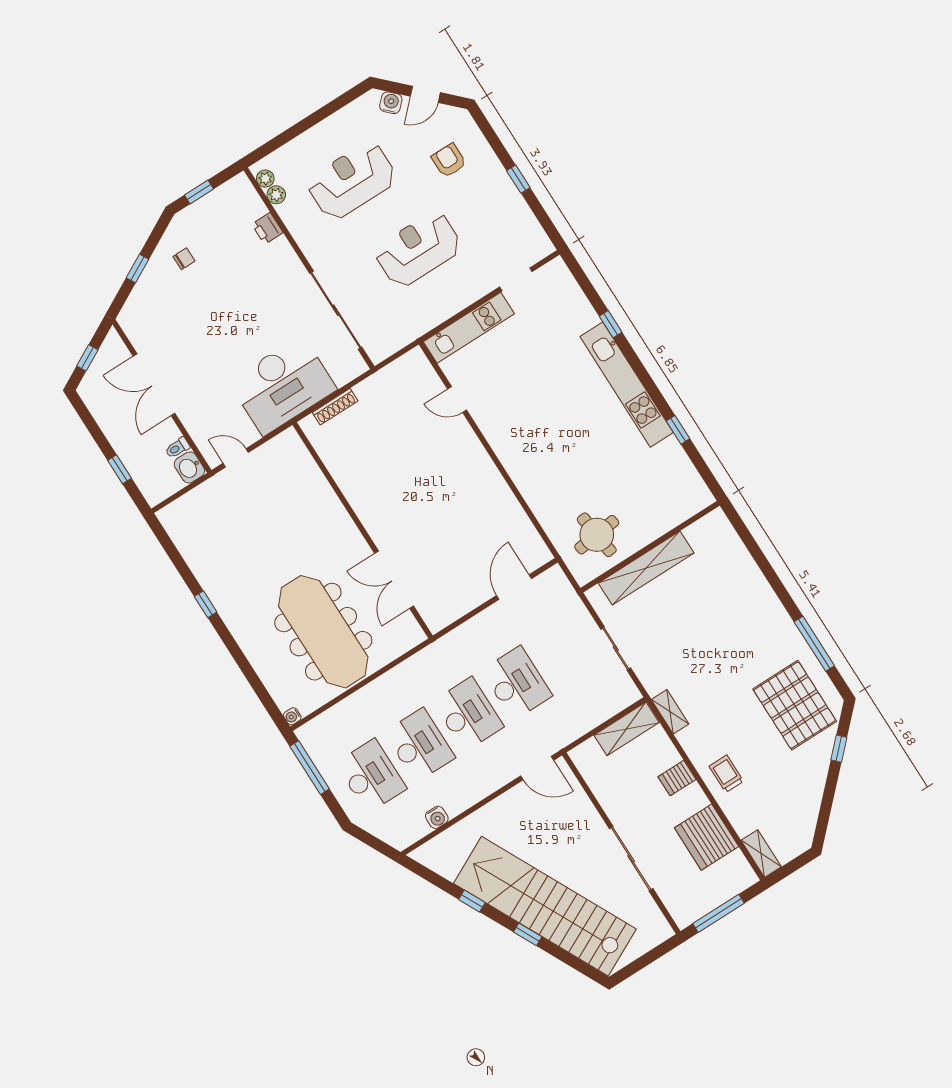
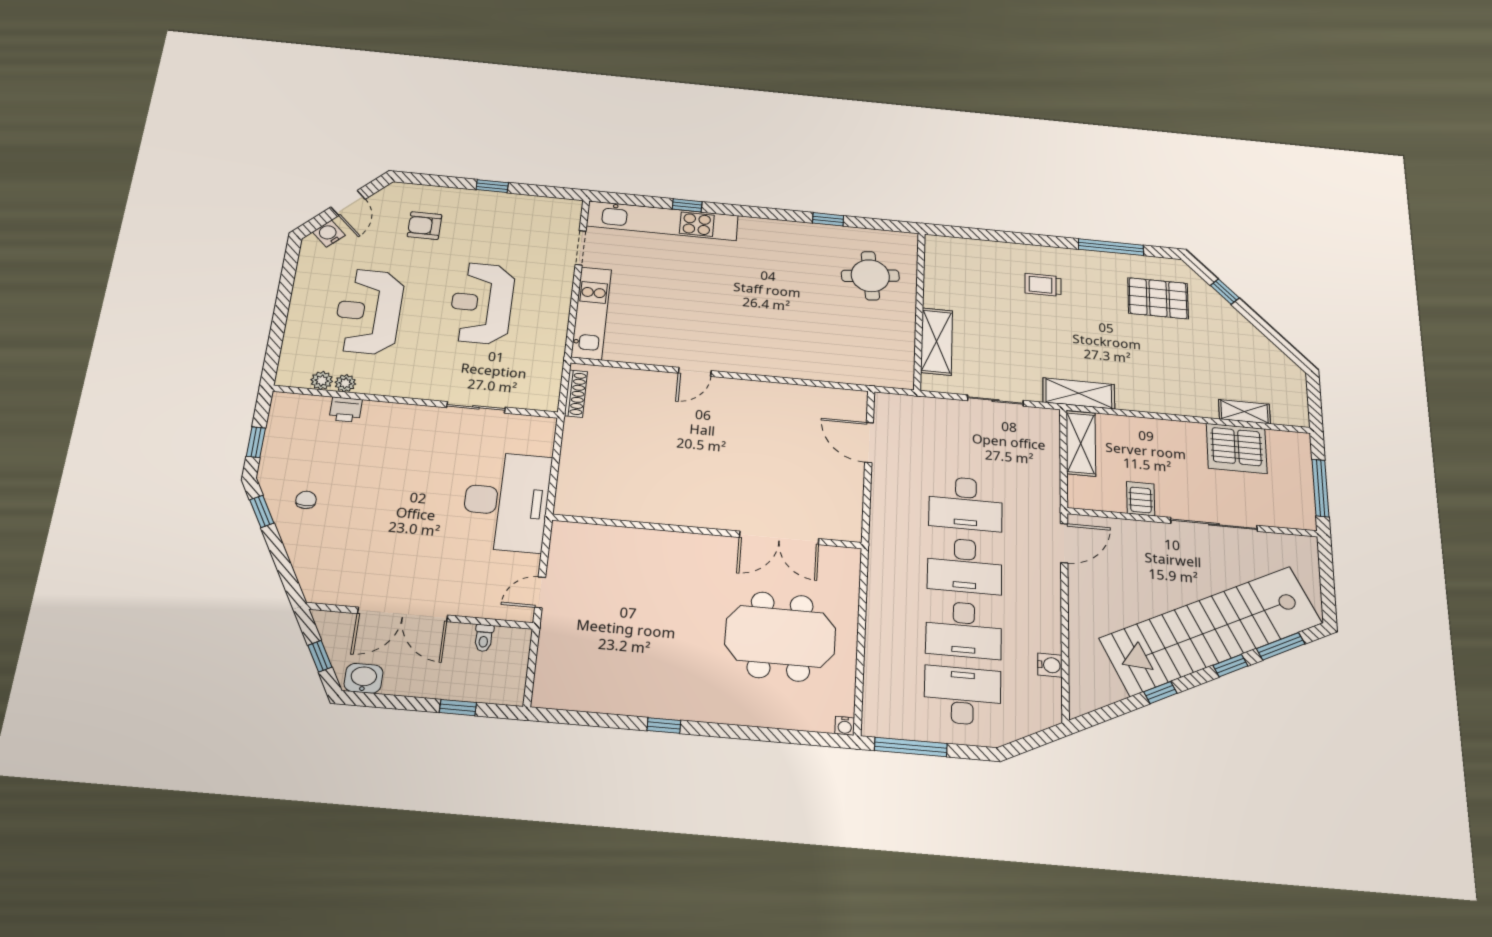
plant: (265, 179) -> (345, 383), moved
window: (138, 268) -> (262, 511), moved
sliding door: (336, 310) -> (476, 407), width x0.54
kitchen unit: (627, 385) -> (662, 221), moved
door: (457, 400) -> (695, 372), moved
shoe rack: (335, 407) -> (576, 394), moved
washbasin: (189, 467) -> (364, 678), moved, turned 180
round table: (597, 535) -> (870, 276), moved
shelving: (646, 568) -> (937, 341), width x0.68
meeting table: (323, 632) -> (780, 636), width x0.73
desk: (517, 683) -> (966, 504), turned 180
pallet: (795, 705) -> (1158, 298), width x0.73, depth x0.71
shelving: (670, 712) -> (1079, 393), width x1.50, depth x1.33
desk: (468, 714) -> (965, 566), turned 180
desk: (420, 745) -> (964, 630), turned 180
trolley: (726, 774) -> (1043, 285), moved
server rack: (677, 778) -> (1141, 499), moved, turned 180
shelving: (761, 854) -> (1244, 412), moved
window: (568, 959) -> (1281, 646), added

